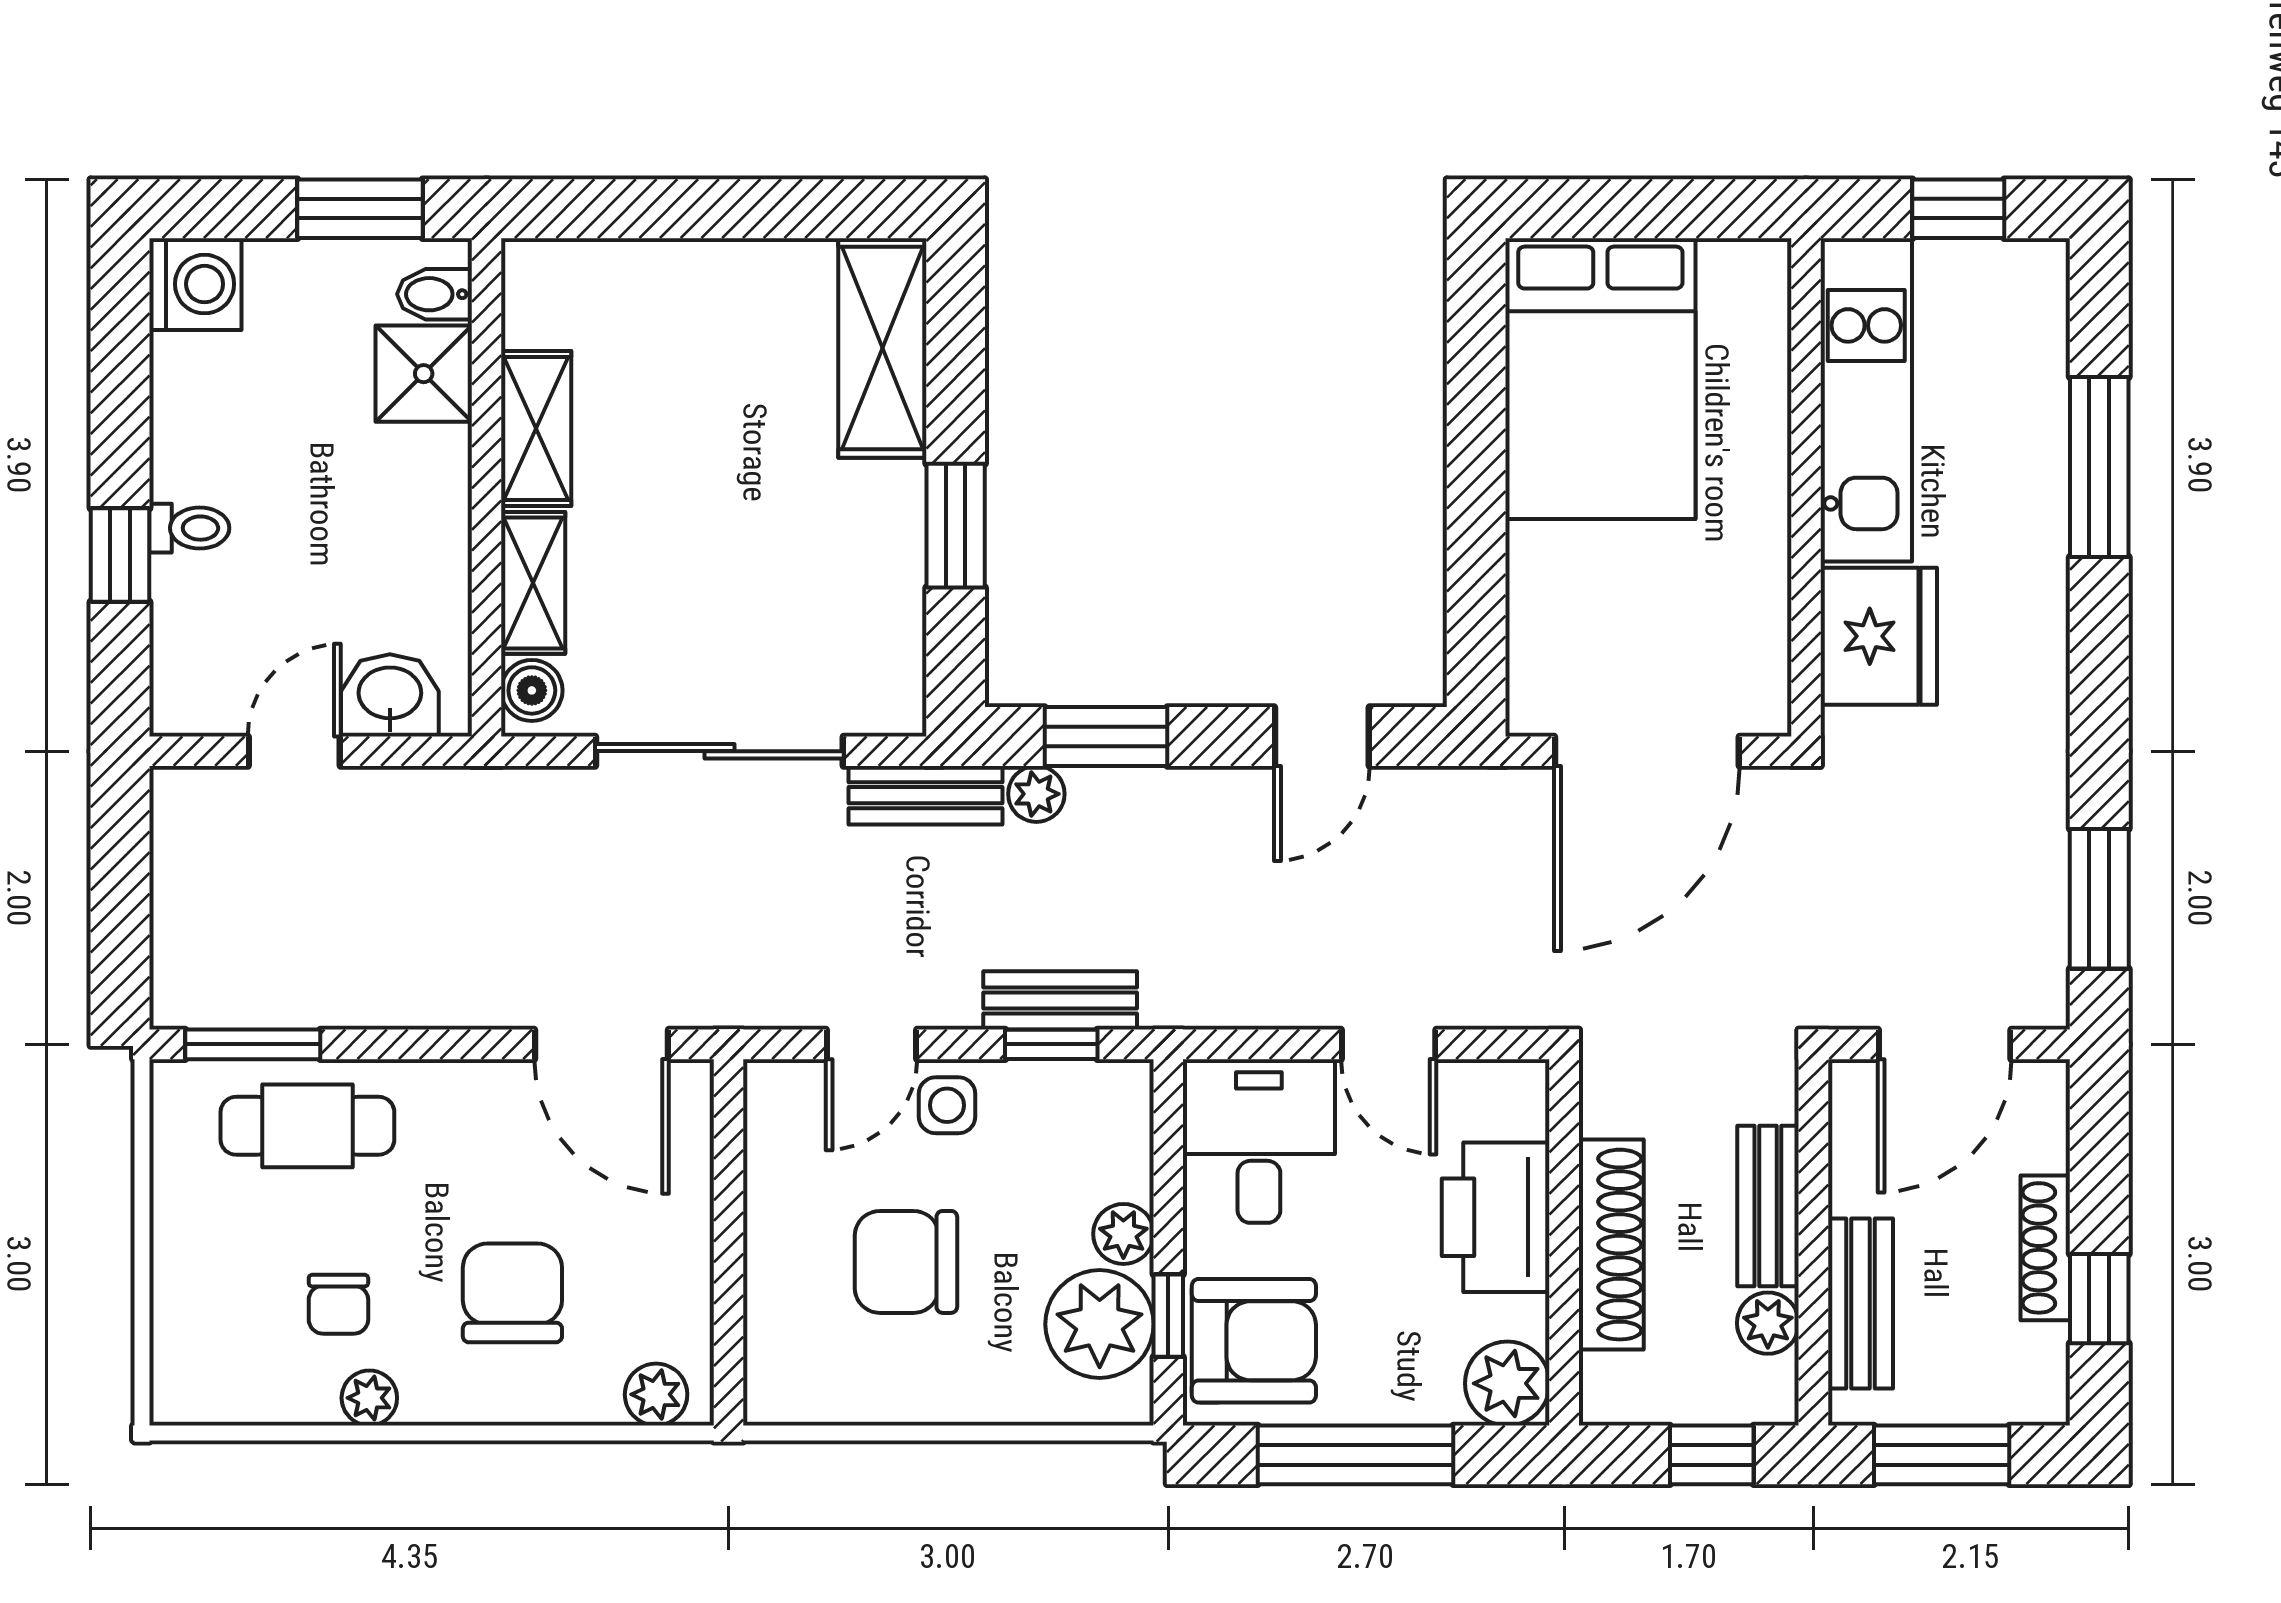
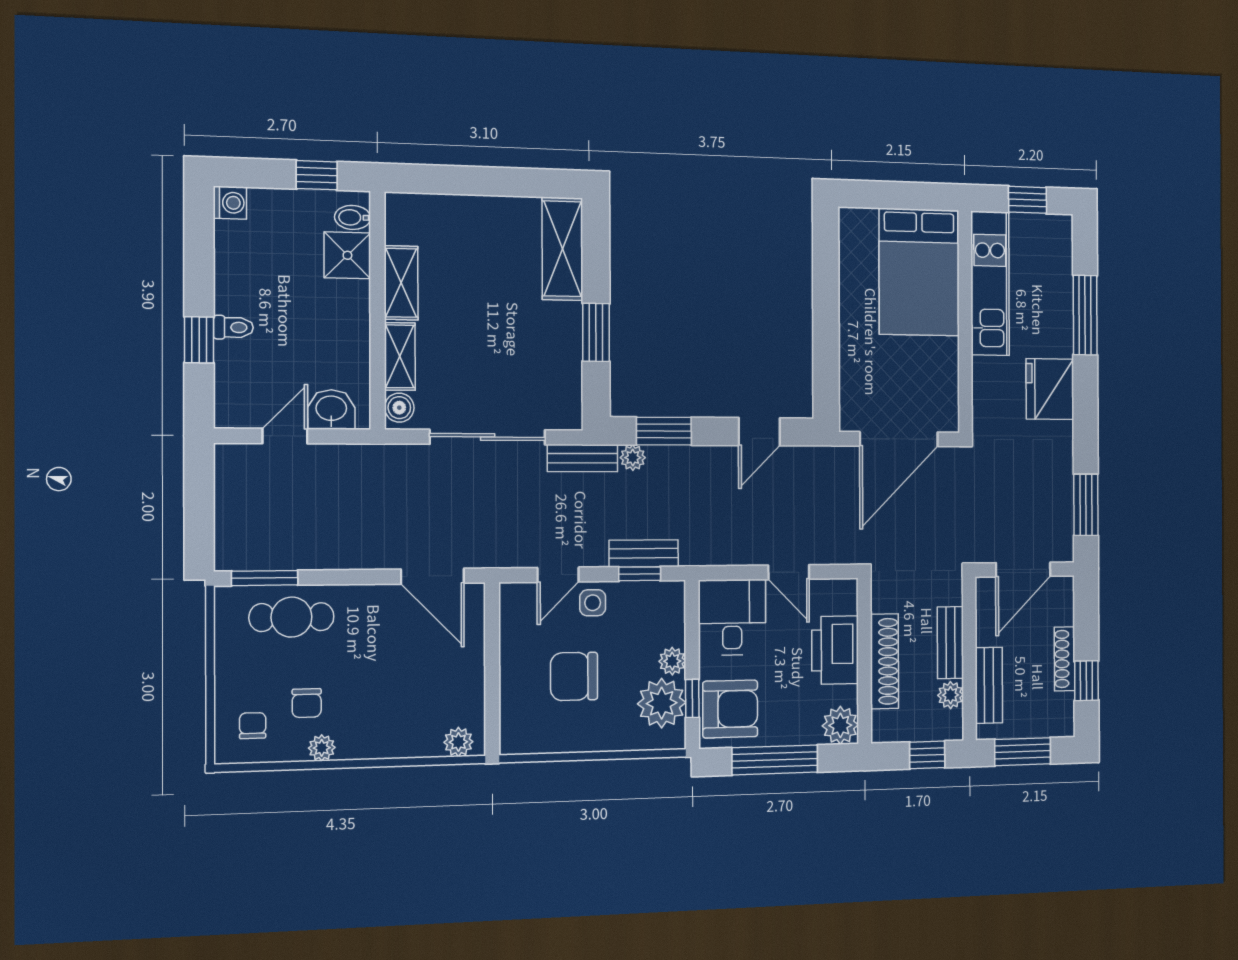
window: (360, 209) -> (317, 175), width x0.67
washing machine: (195, 284) -> (230, 203), width x0.73, depth x0.73
bed: (1600, 379) -> (919, 272), moved
fridge: (1879, 636) -> (1050, 389), moved, turned 180
chair: (512, 1293) -> (253, 726), moved, width x0.54, depth x0.54

